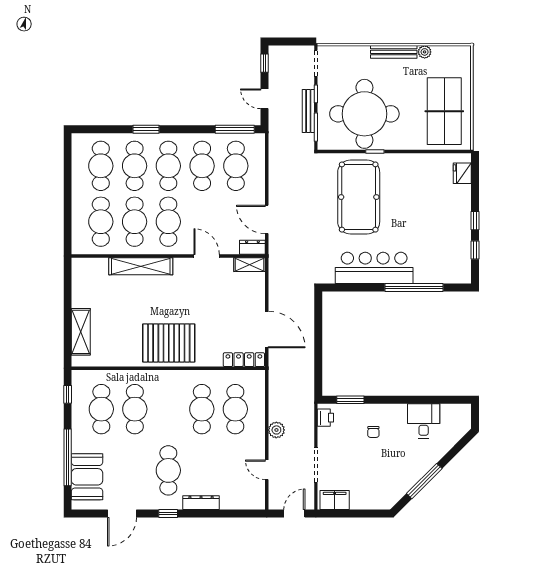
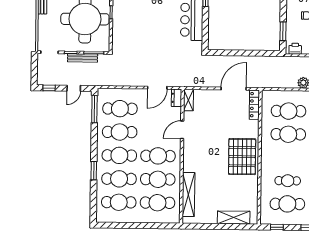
pool table: (359, 197) -> (143, 24), removed
shelving: (141, 266) -> (188, 195), moved
cafe table: (135, 409) -> (288, 181), width x0.73, depth x0.74

